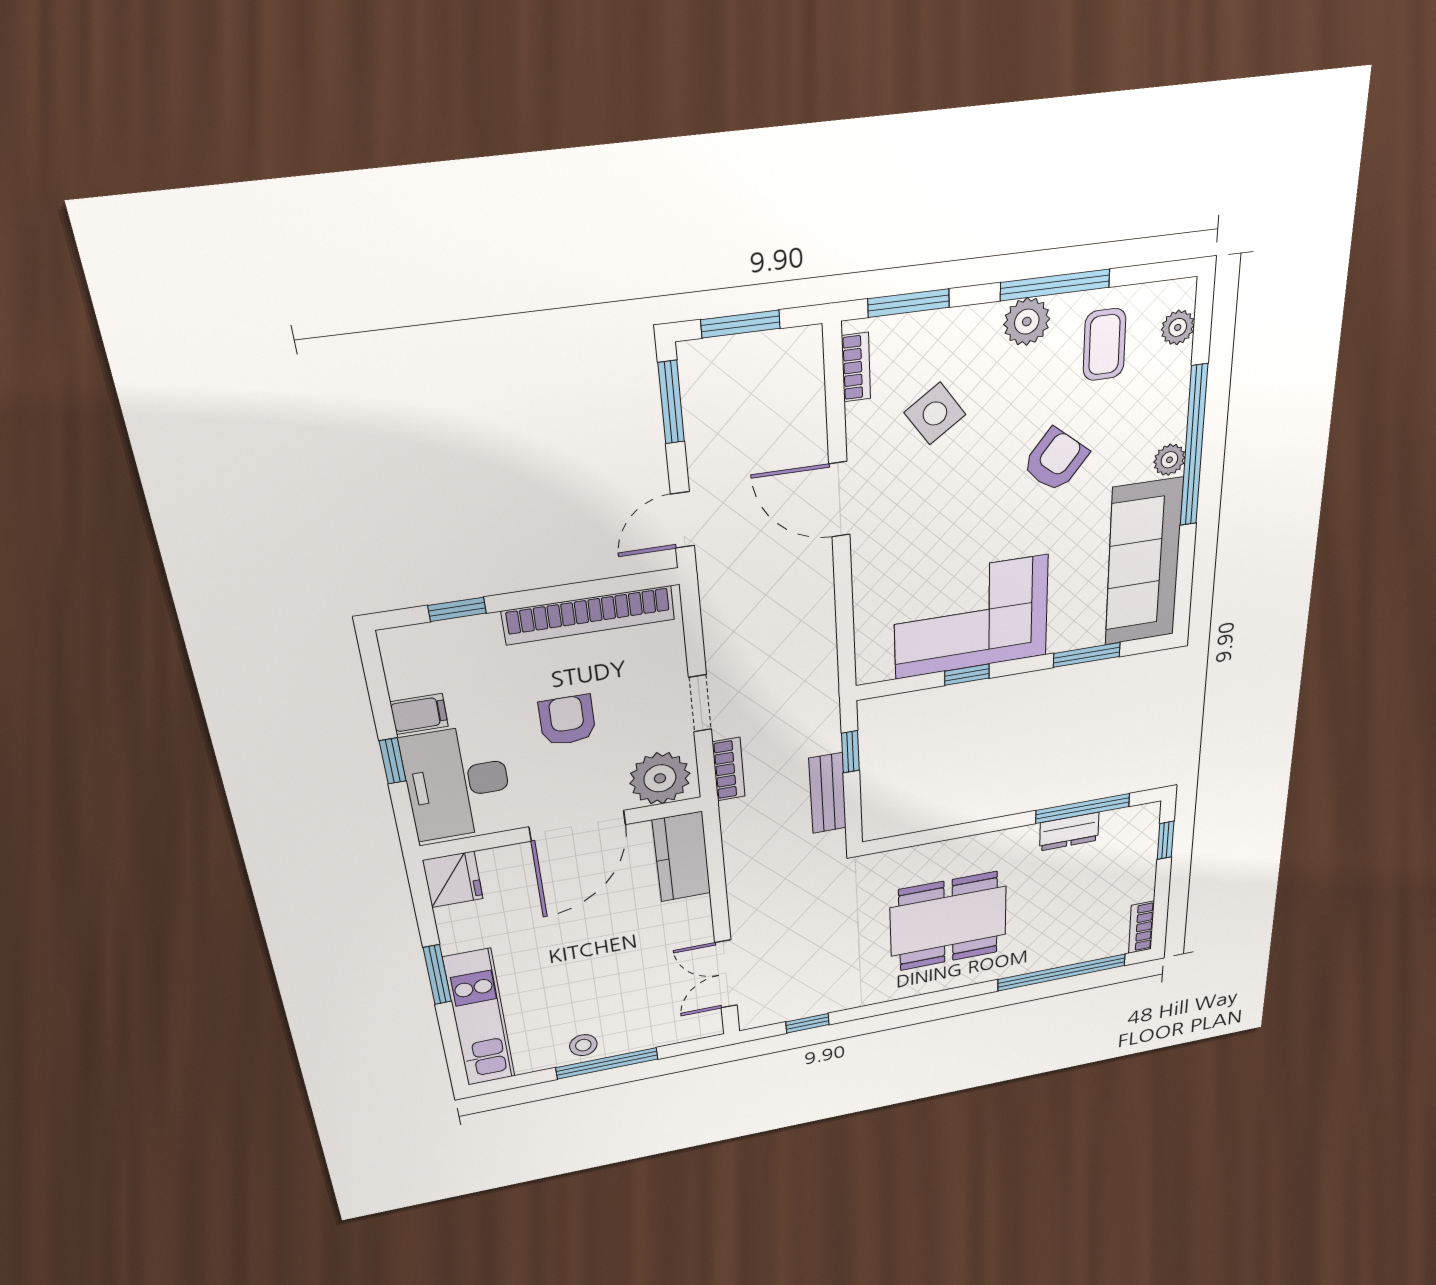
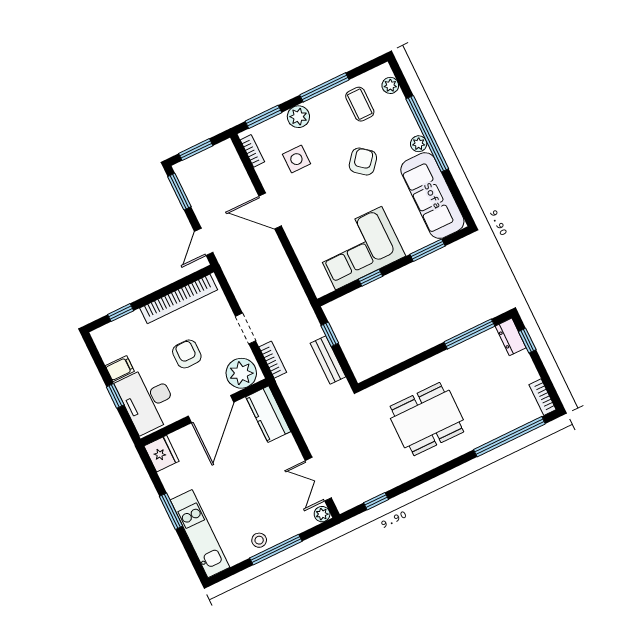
plant: (1027, 322) -> (298, 117), moved
side table: (935, 413) -> (296, 159), turned 35
dresser: (1069, 832) -> (511, 337), moved, turned 90
plant: (709, 1026) -> (322, 514), added

